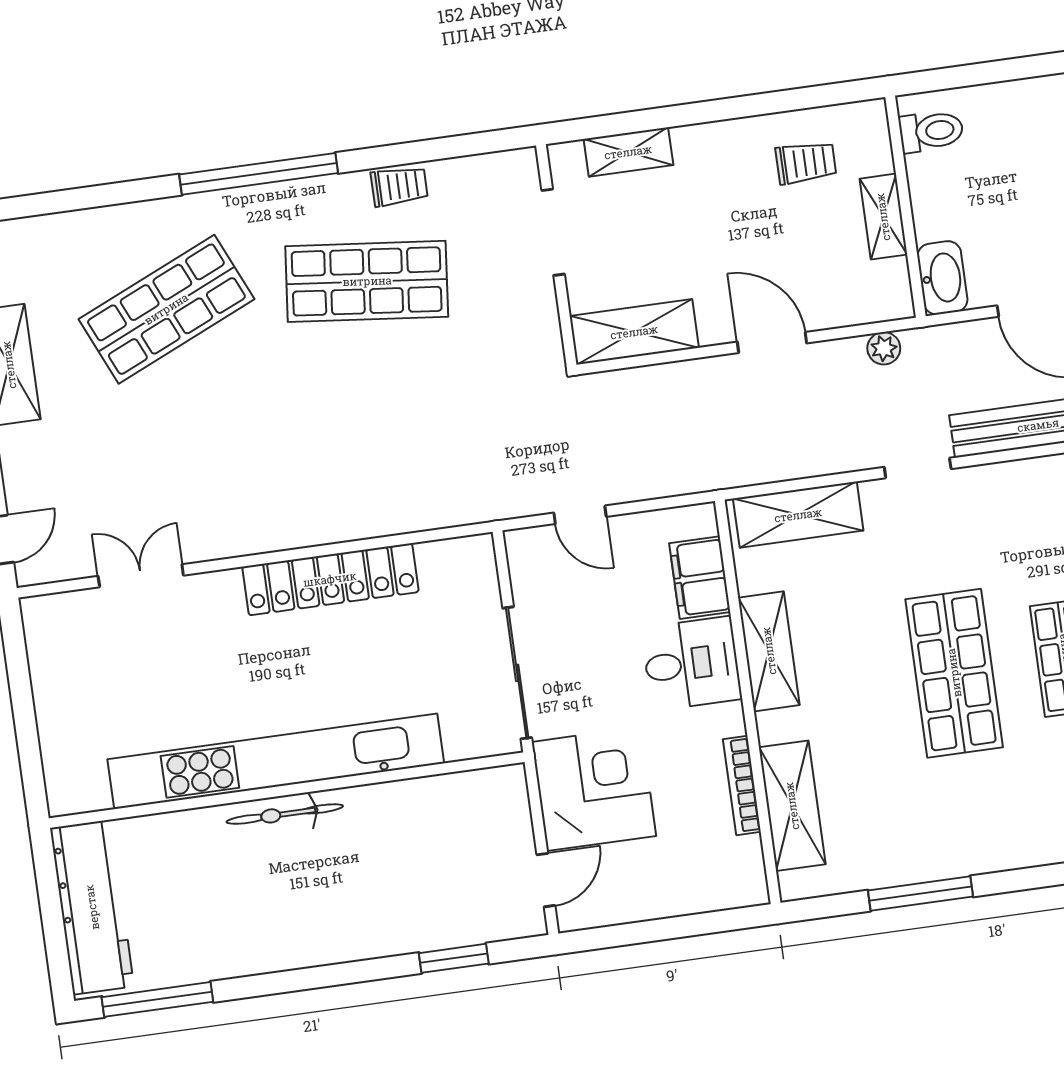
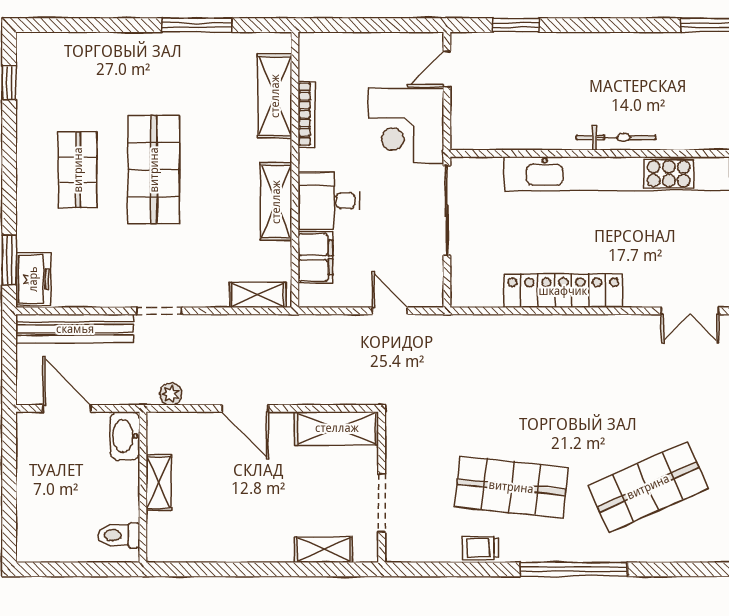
trolley: (806, 163) -> (206, 526), removed
shelving: (798, 515) -> (258, 295), width x0.67, depth x0.75

